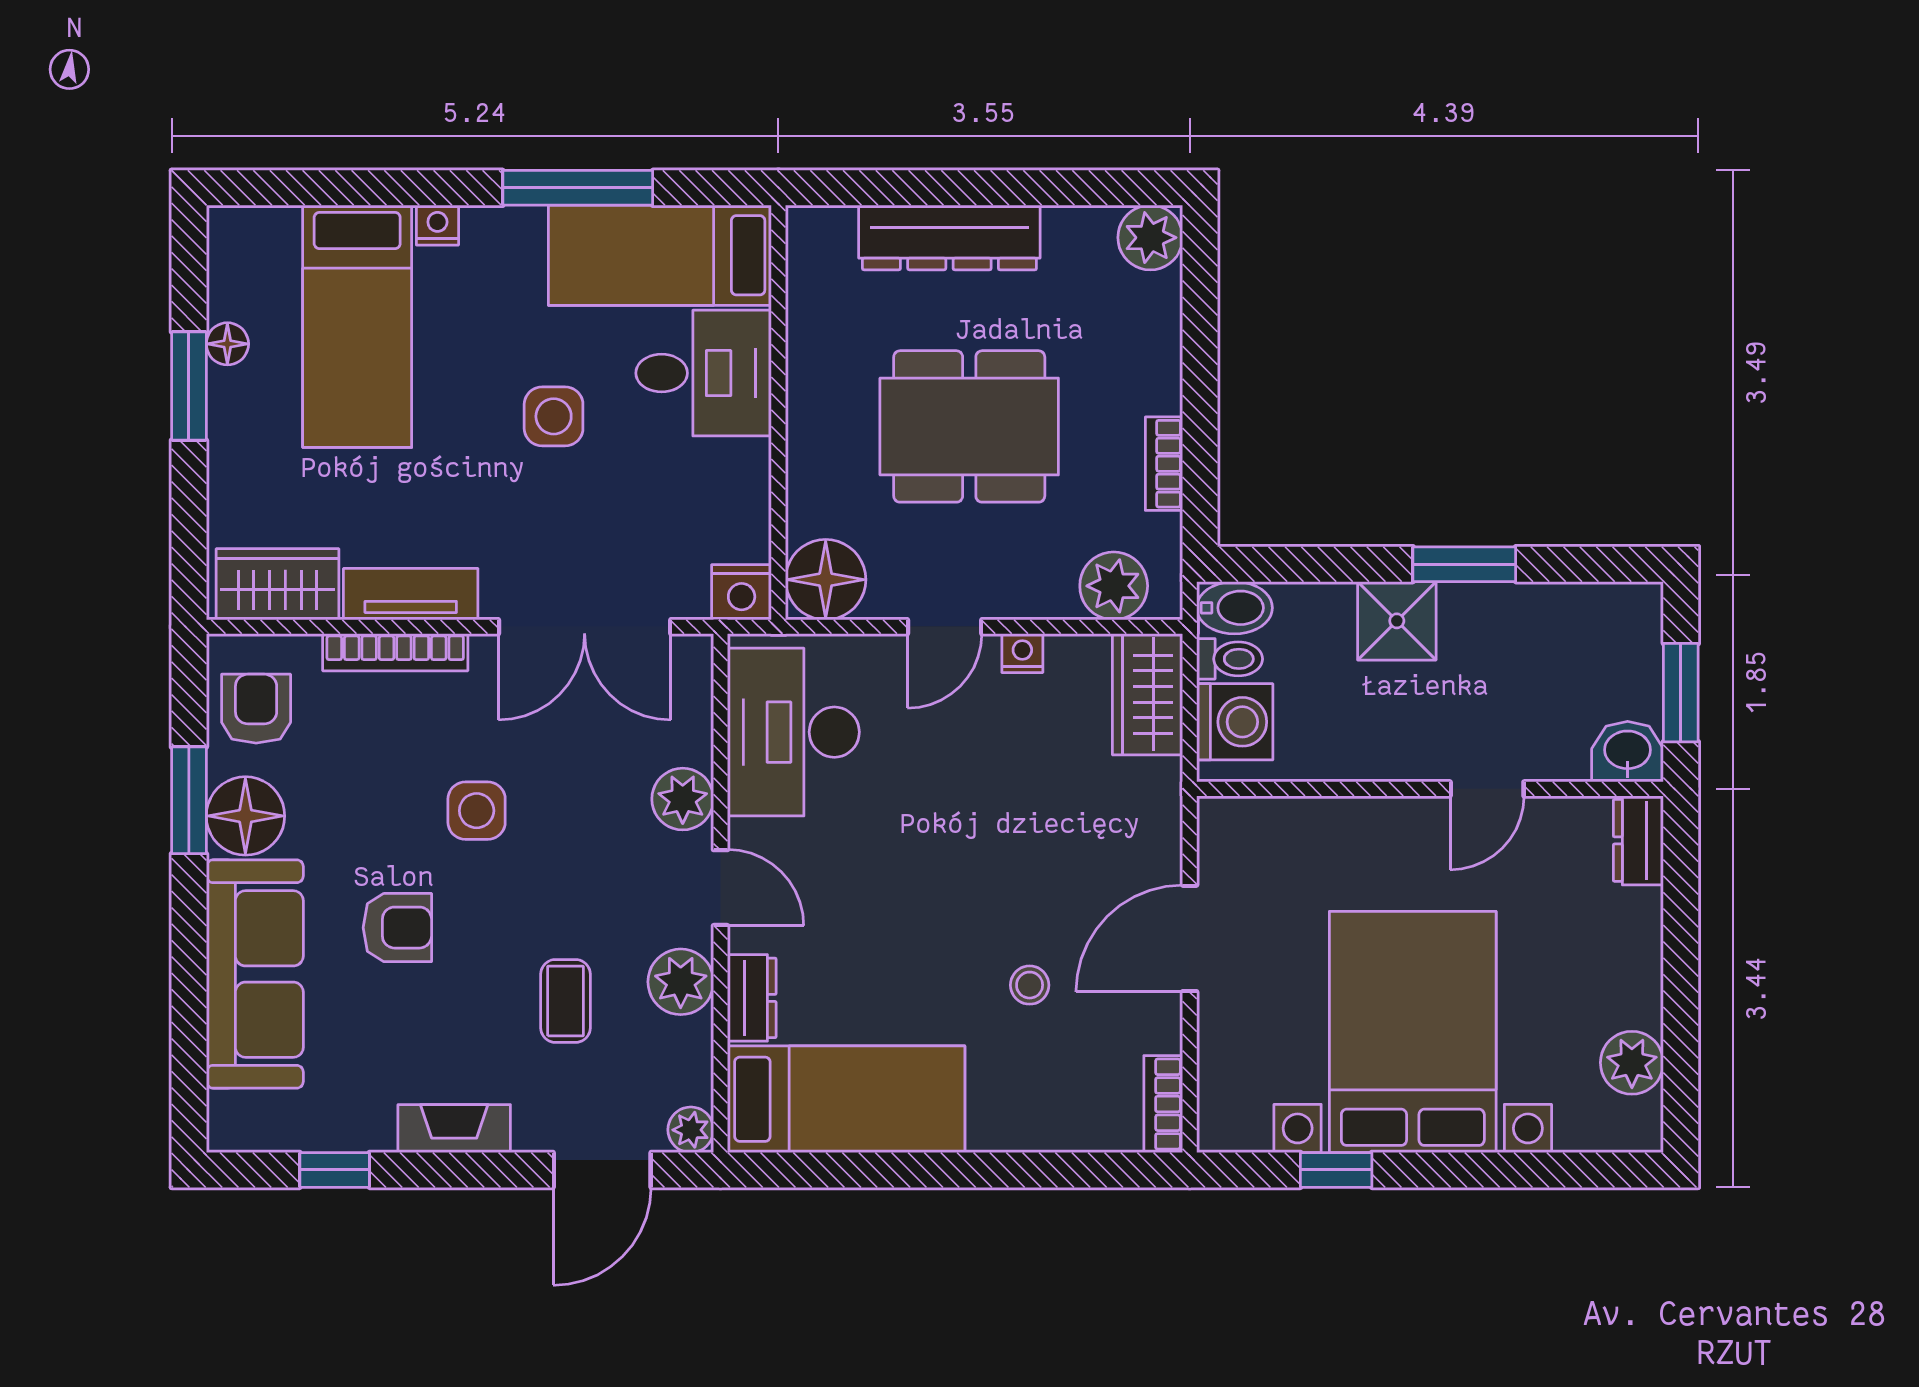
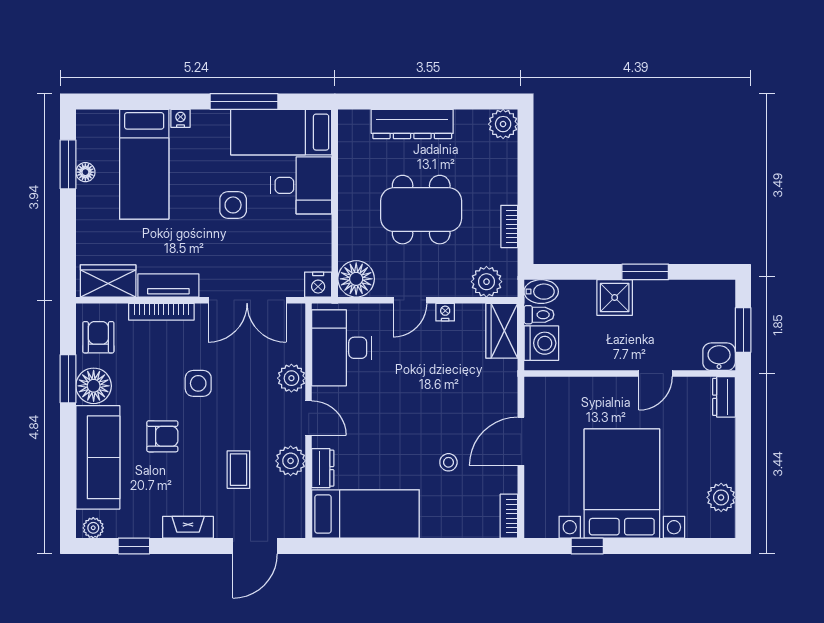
window: (189, 386) -> (68, 164), moved
plant: (691, 1130) -> (93, 528), moved

